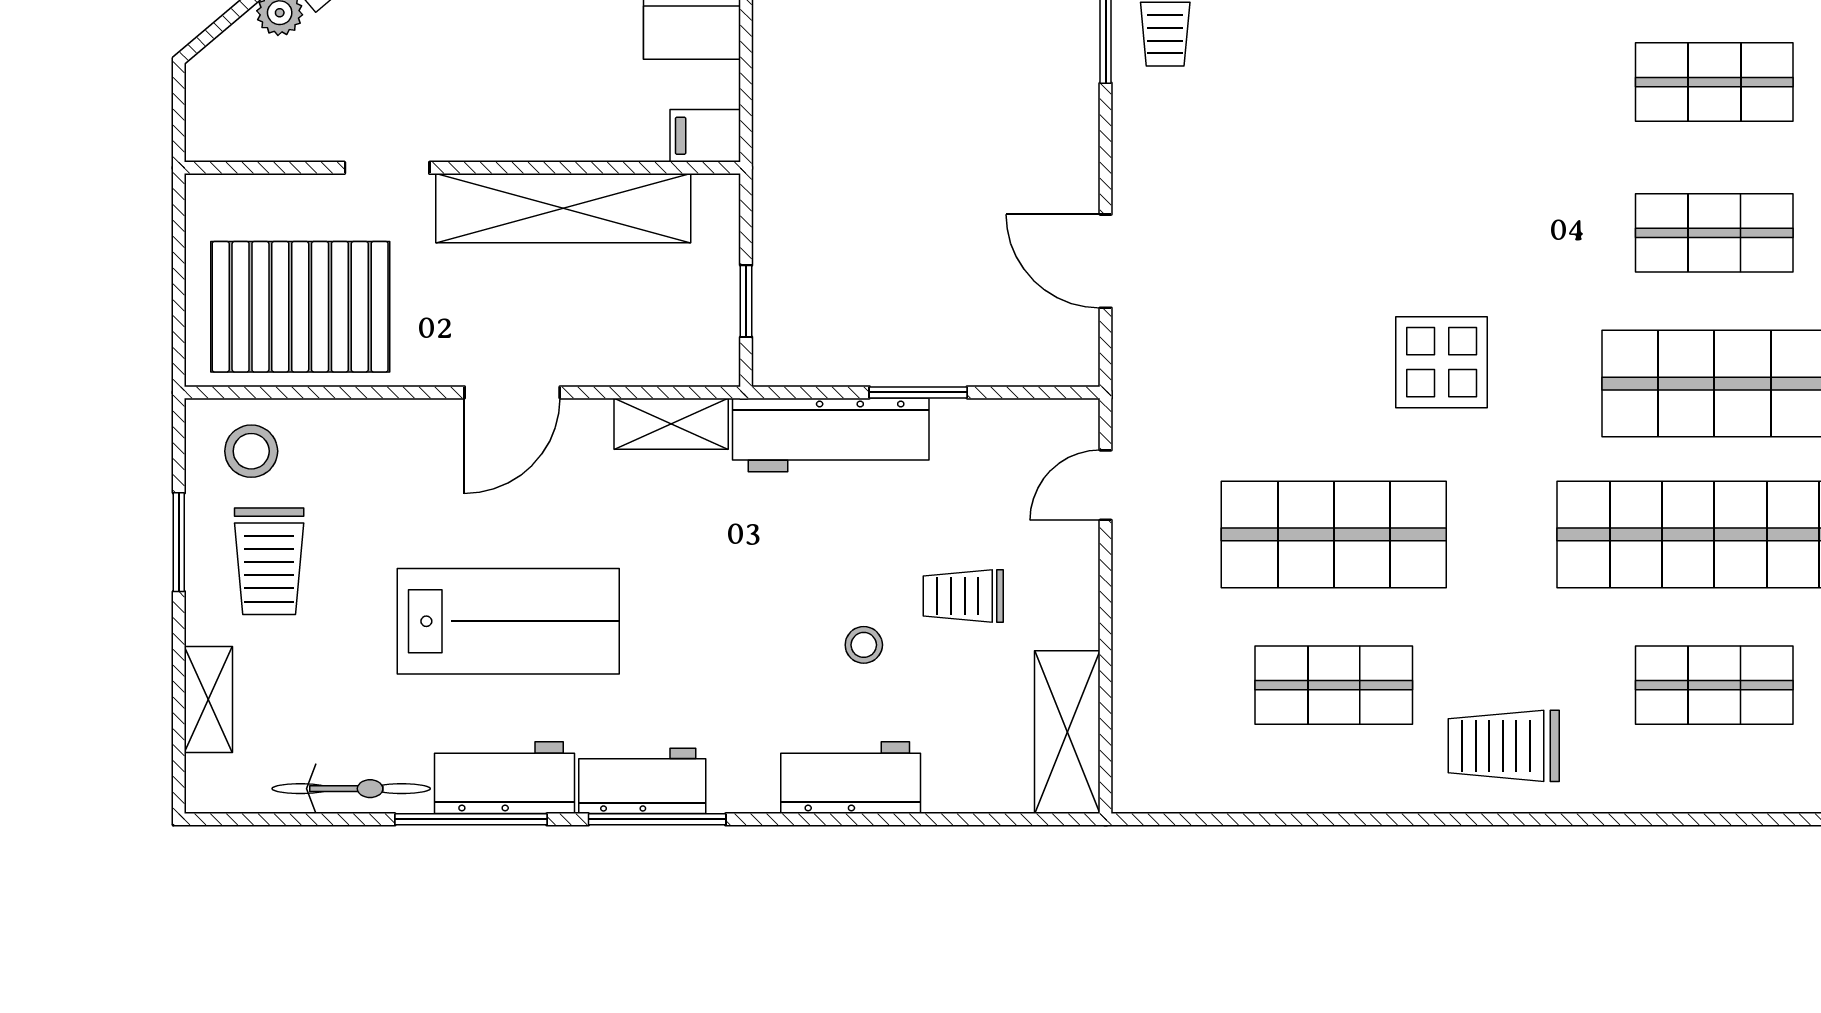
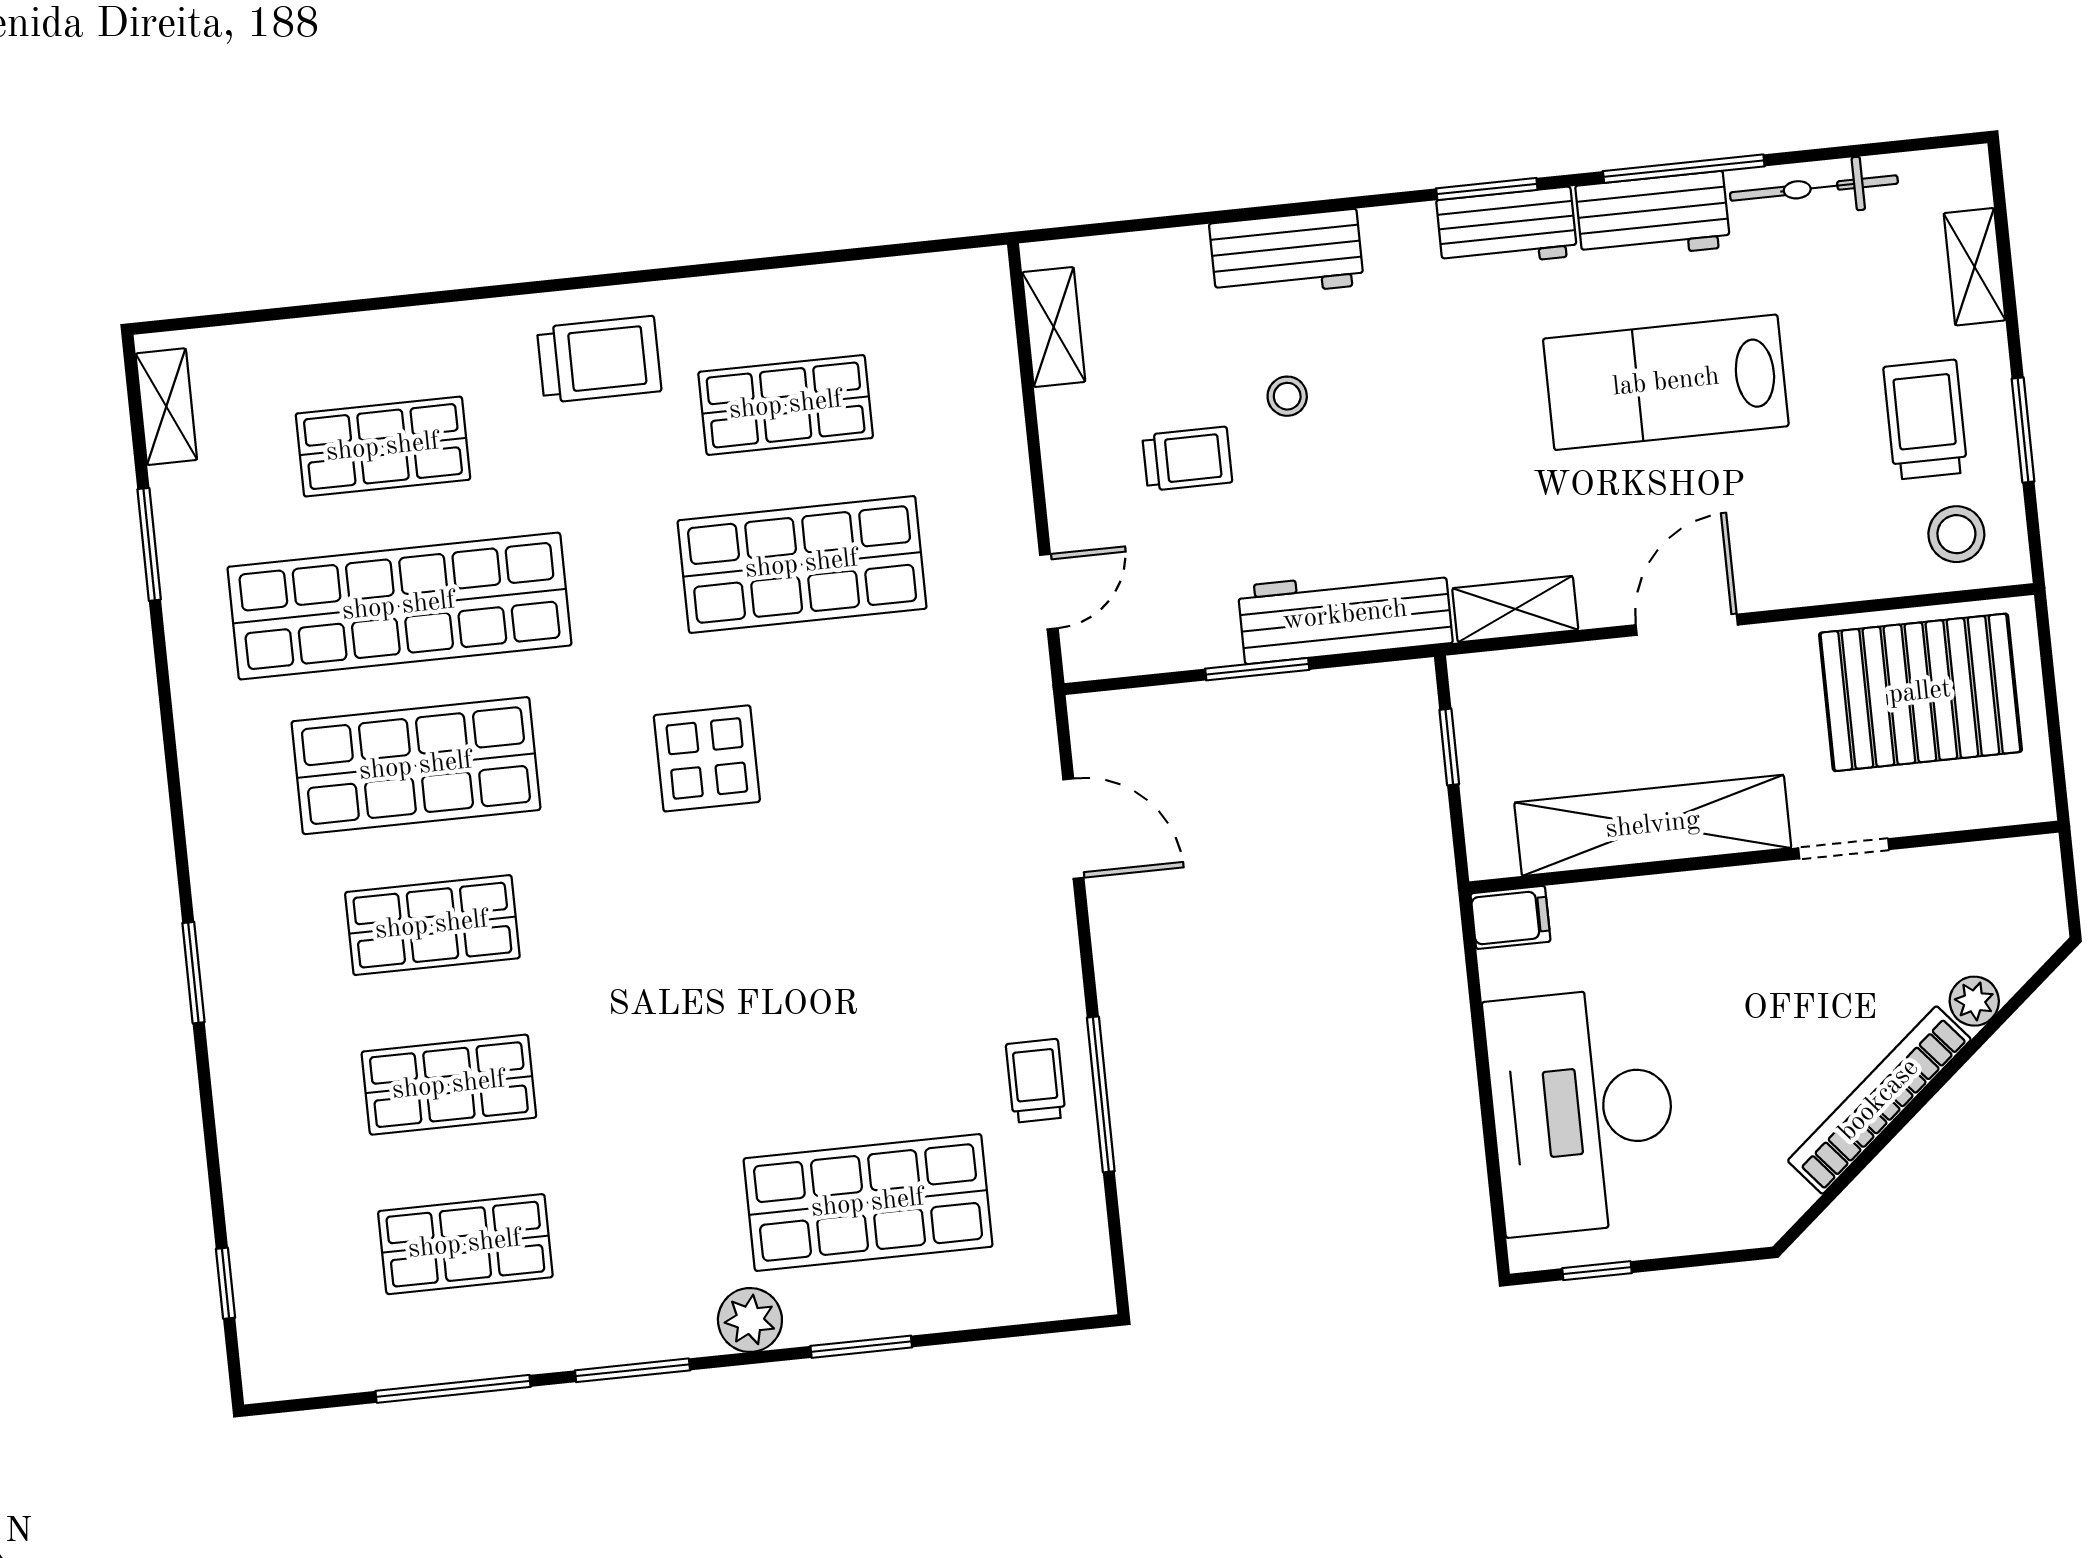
shelving: (1067, 732) -> (1054, 327), width x0.67, depth x0.75
window: (657, 819) -> (1487, 189), width x0.69

